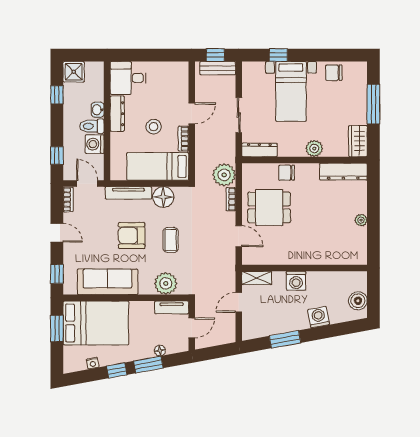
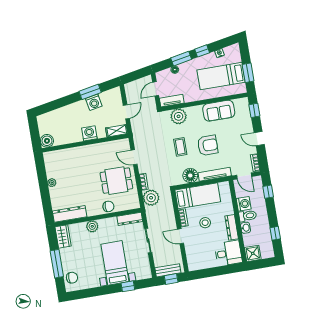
shower: (74, 72) -> (253, 253), moved
chair: (334, 73) -> (72, 278), moved
door: (192, 113) -> (181, 236), hinge flipped
sofa: (108, 282) -> (219, 111), width x0.73
boiler: (358, 301) -> (47, 141), moved
washing machine: (319, 317) -> (94, 102), moved
bed: (96, 323) -> (221, 76), width x0.67

